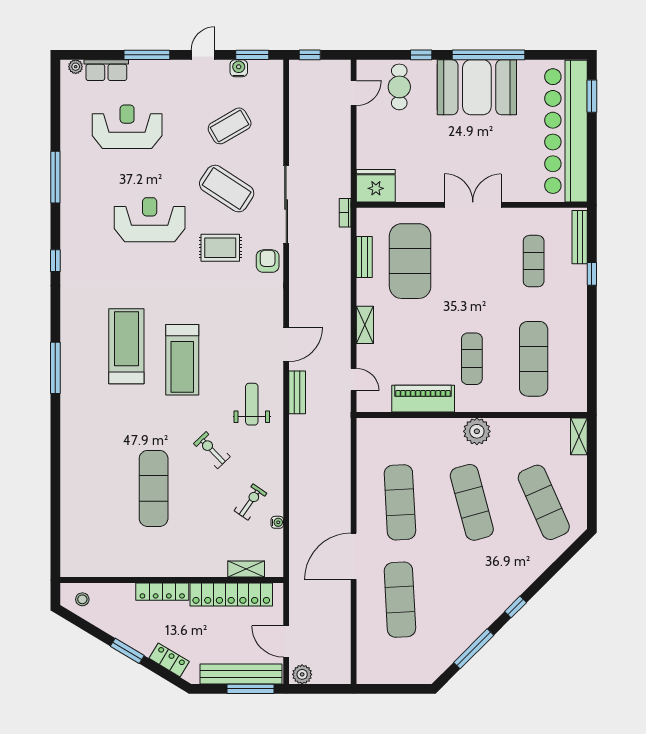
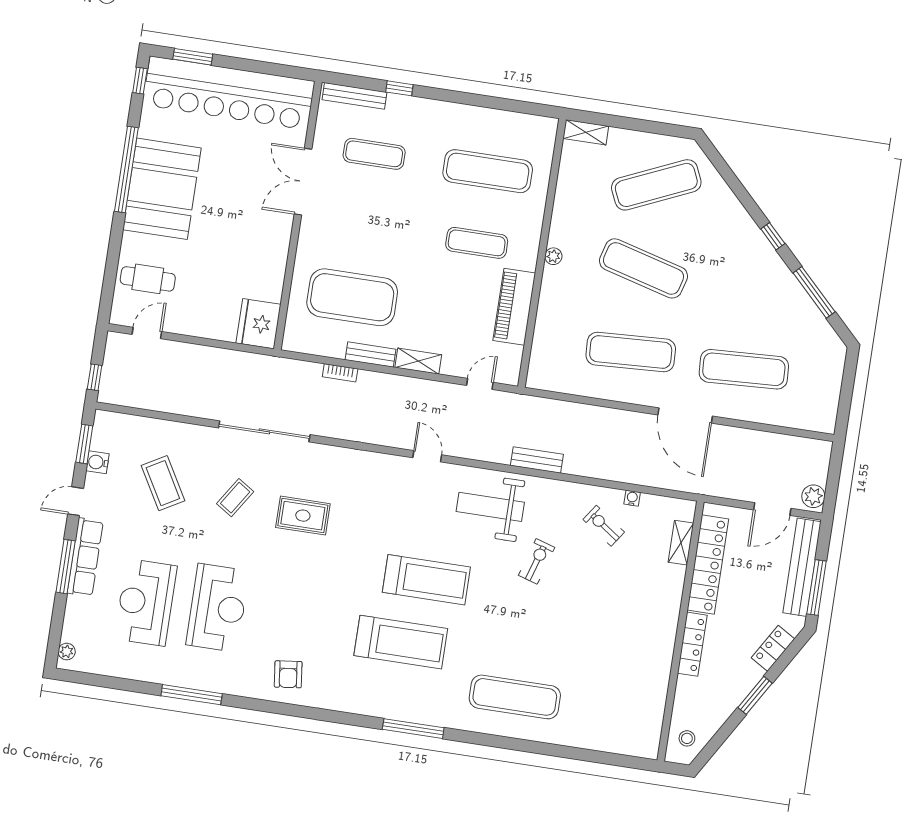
door: (203, 55) -> (76, 501), hinge flipped
window: (421, 55) -> (140, 81), moved
row of seats: (106, 70) -> (85, 557), moved, width x1.48
door: (354, 93) -> (147, 333), hinge flipped
coffee table: (227, 189) -> (235, 498), width x0.54, depth x0.58
double door: (473, 205) -> (303, 182), moved
bookcase: (345, 213) -> (340, 373), moved
reception desk: (150, 220) -> (218, 608), moved, turned 180
rug: (220, 248) -> (303, 516), turned 90
bench: (364, 257) -> (371, 355), moved
window: (55, 261) -> (289, 709), removed
armchair: (268, 261) -> (288, 674), moved, turned -97
door: (286, 345) -> (427, 456), width x0.73
treadmill: (126, 346) -> (401, 642), turned 180
bench: (297, 392) -> (537, 460), moved
weight bench: (252, 404) -> (490, 507), width x1.36, depth x1.33
plant: (477, 431) -> (553, 256), width x0.53, depth x0.53
exercise bike: (212, 450) -> (537, 561), turned 151
exercise mat: (154, 488) -> (515, 697), moved
exercise mat: (472, 502) -> (643, 268), turned 30
window: (250, 689) -> (817, 588), moved

